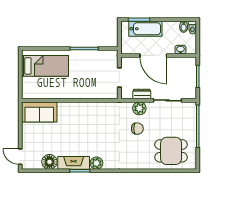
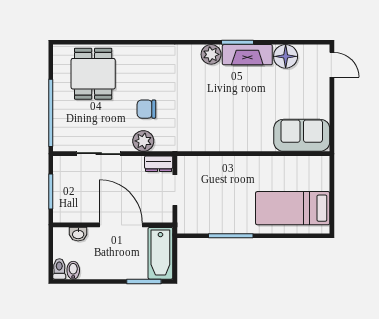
bathtub: (145, 29) -> (160, 253), moved, turned -90
dresser: (142, 94) -> (159, 164), moved
dining table: (171, 151) -> (93, 74), turned 90

